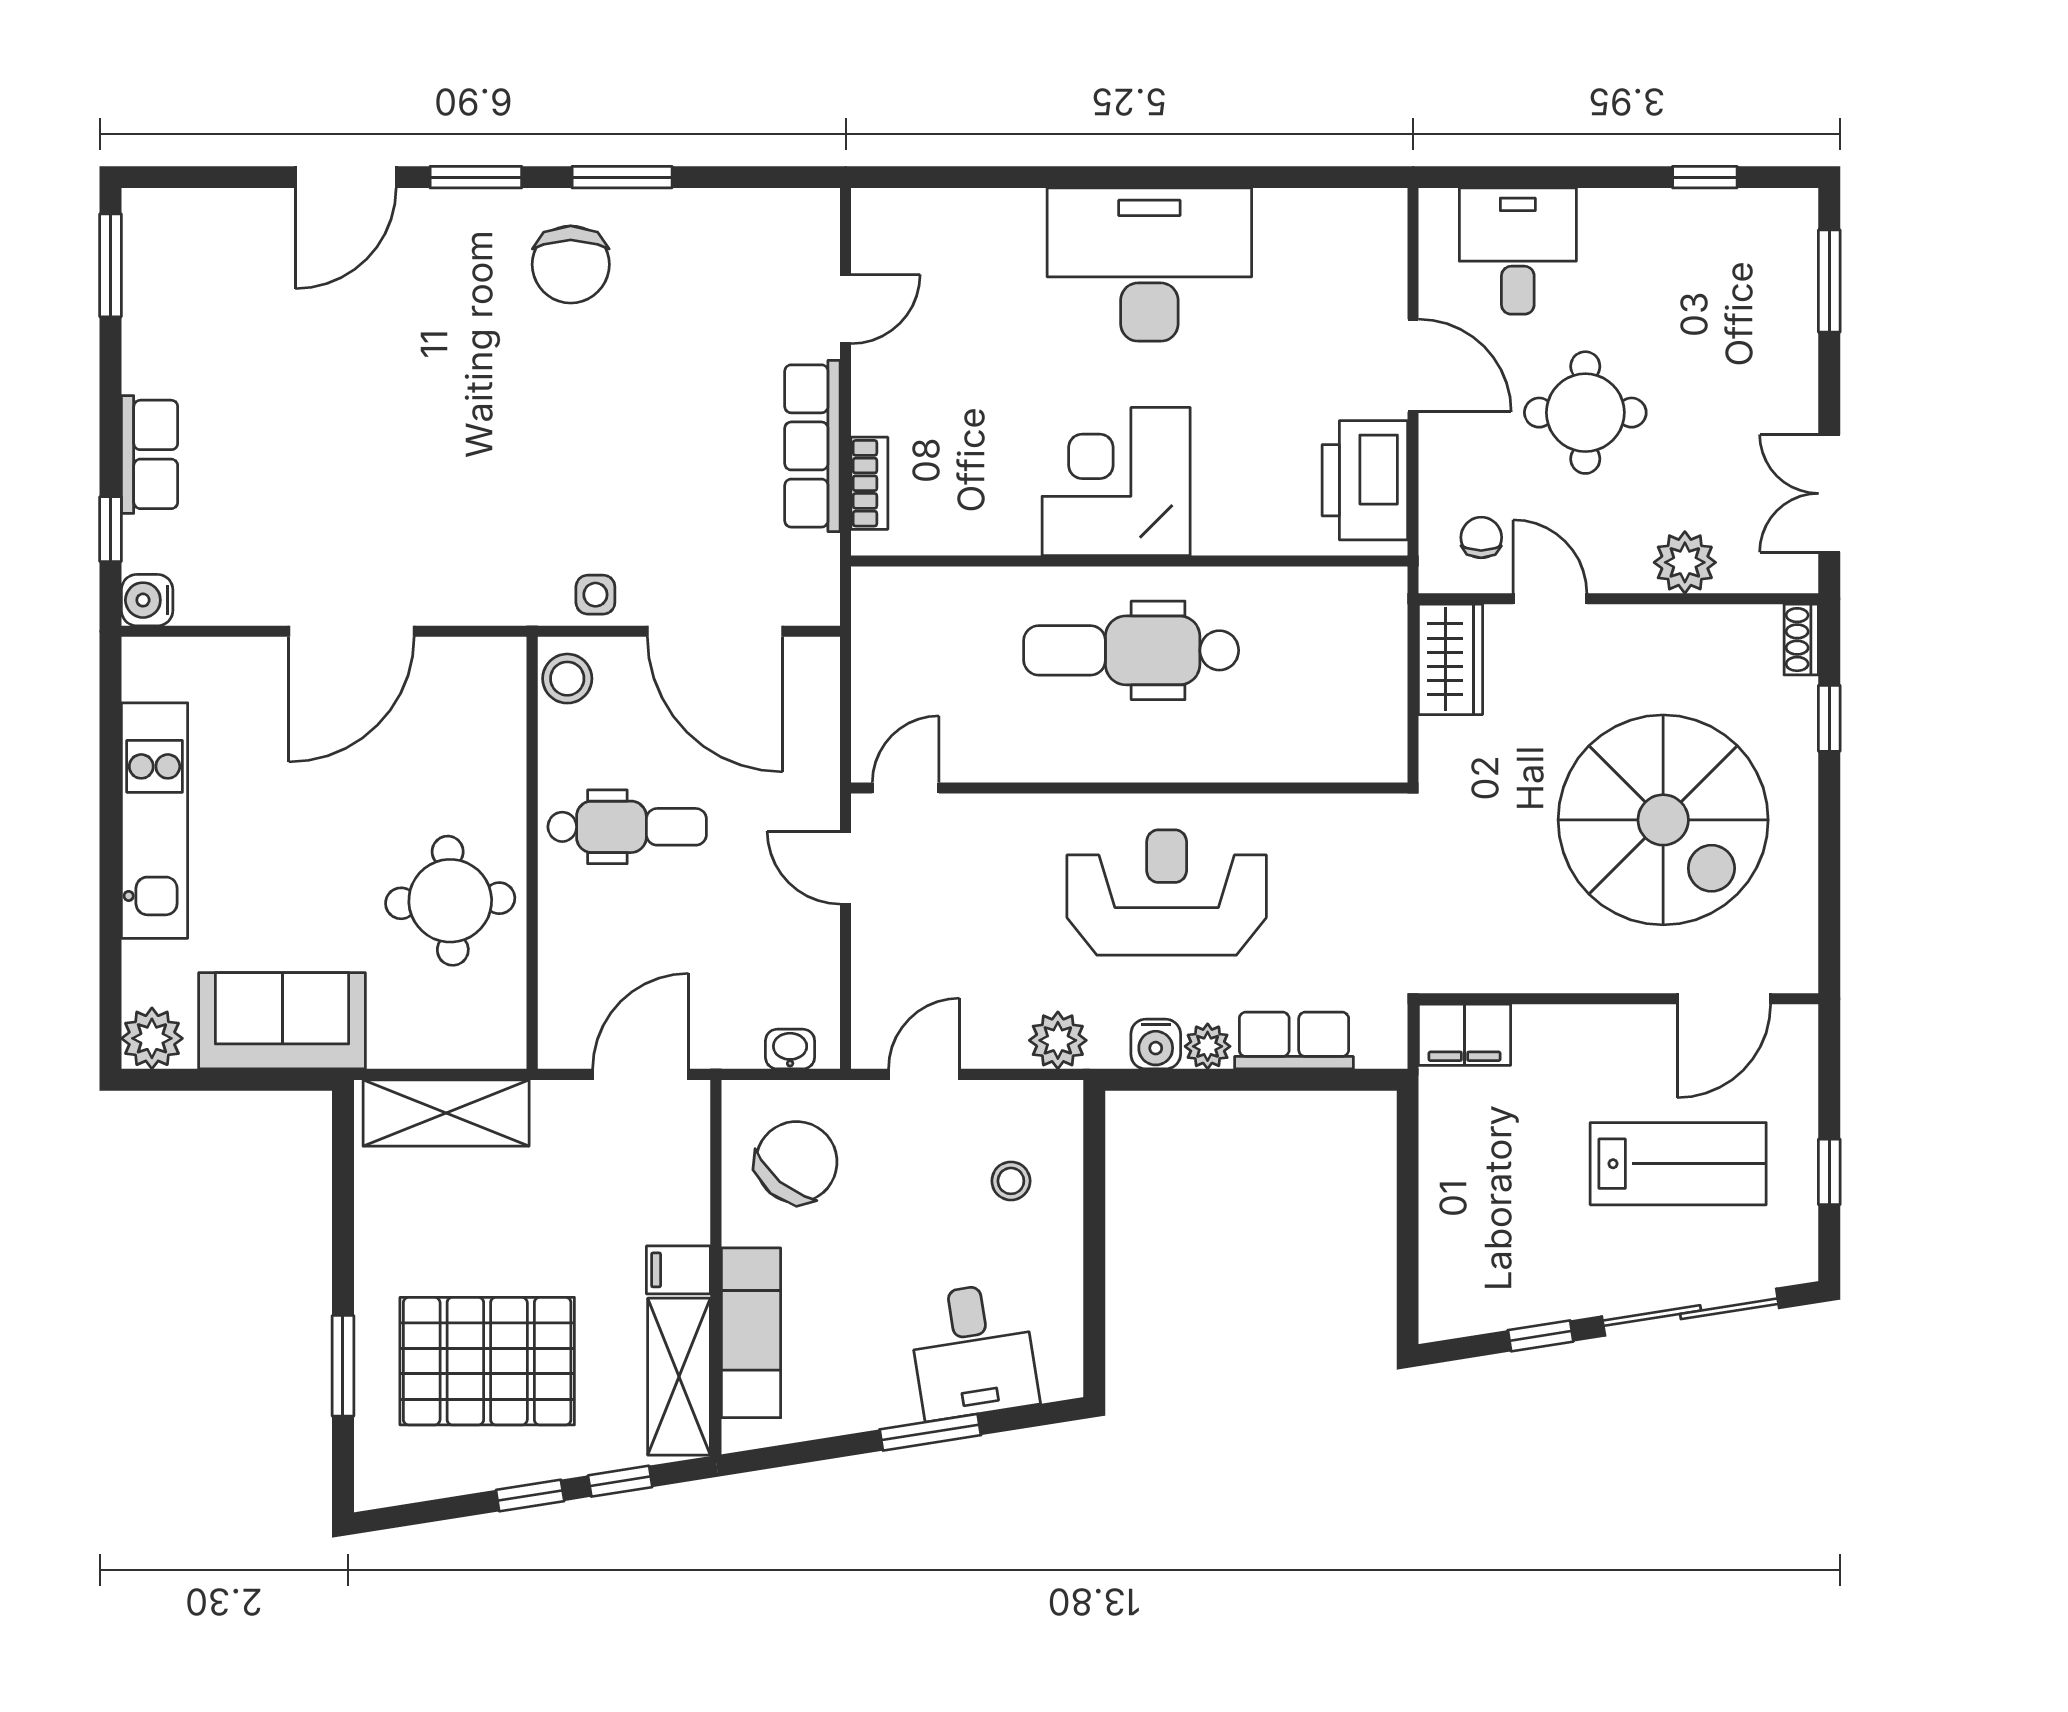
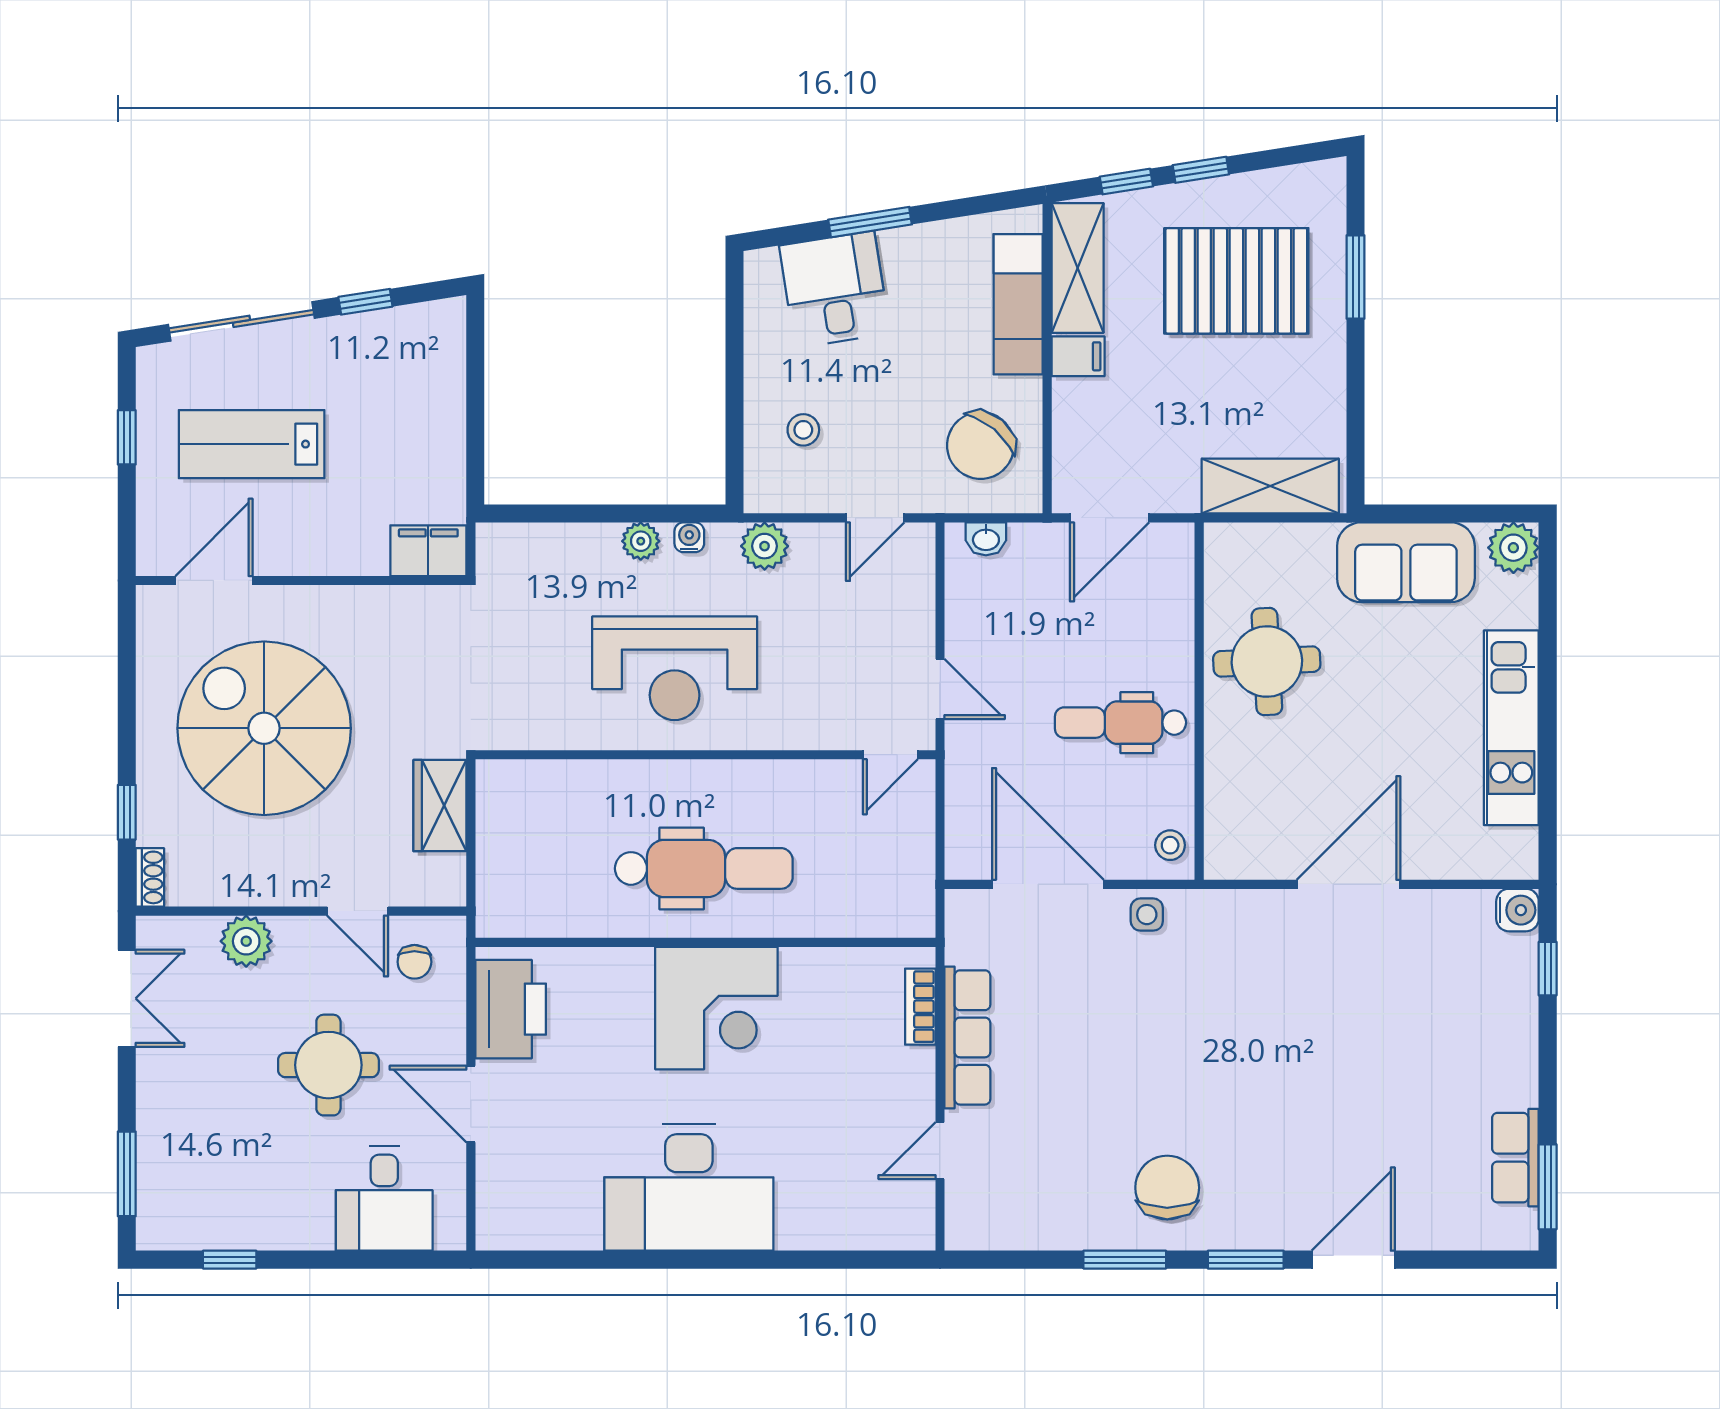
row of seats: (150, 454) -> (1515, 1158), moved
wardrobe: (1451, 659) -> (440, 806), moved
stool: (567, 679) -> (1170, 845), width x0.73, depth x0.73
row of seats: (1294, 1041) -> (569, 546), removed
water cooler: (1156, 1044) -> (689, 537), width x0.72, depth x0.72

